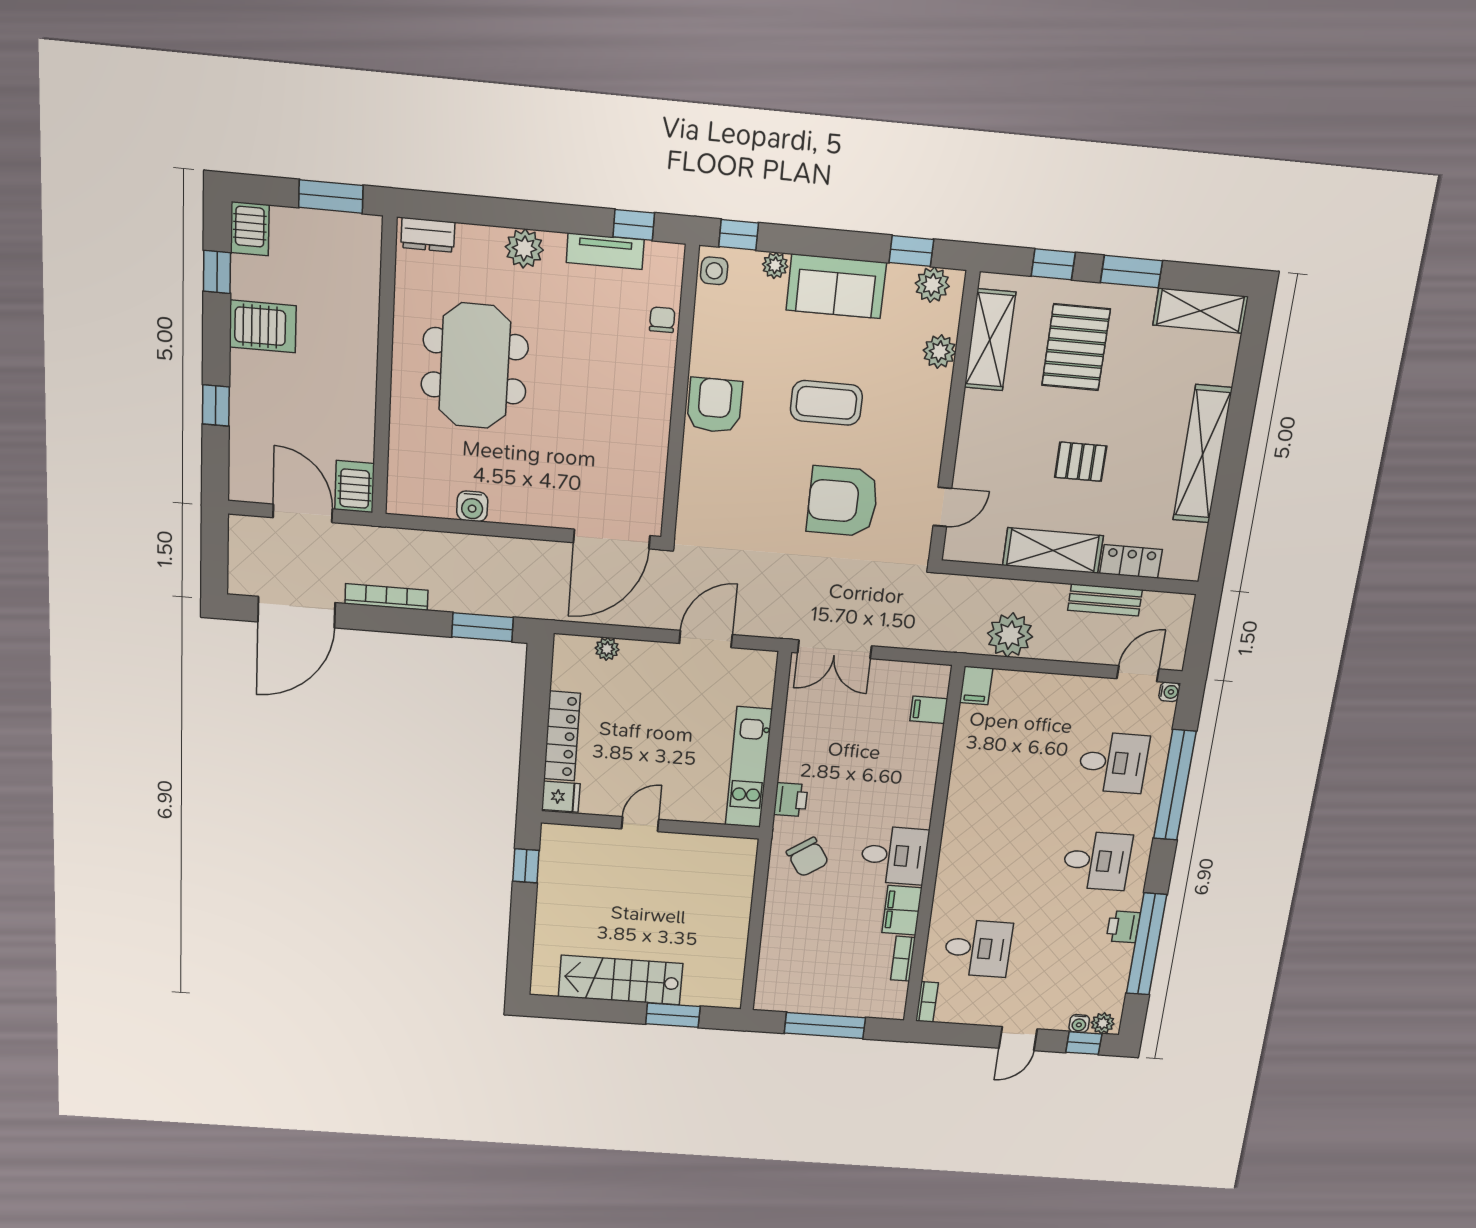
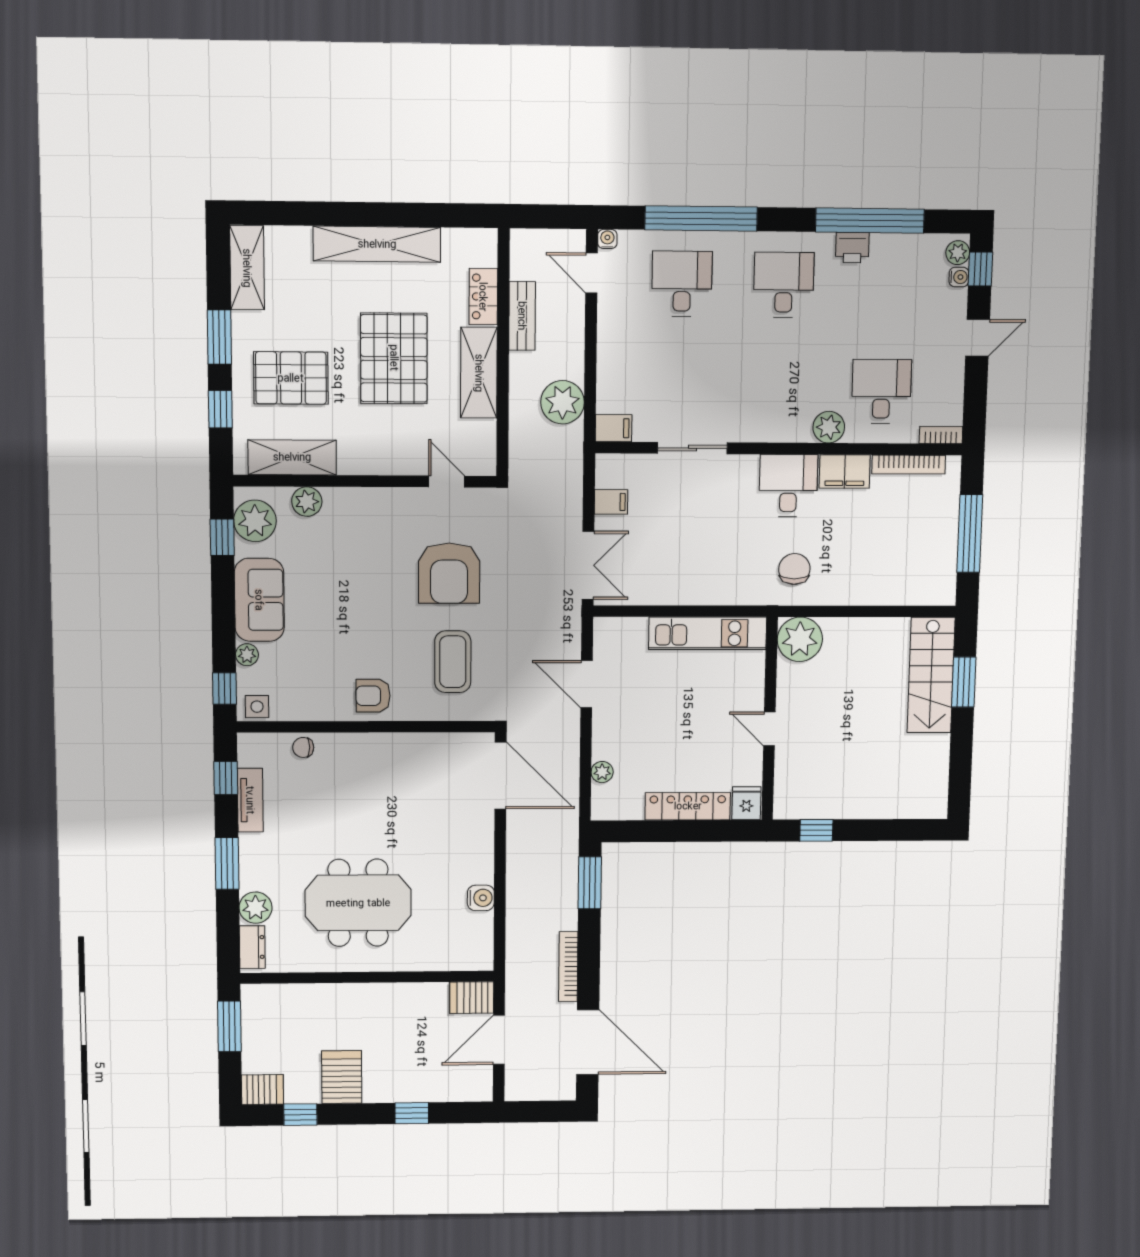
window: (531, 215) -> (227, 863), added
plant: (524, 248) -> (256, 908), moved
plant: (932, 285) -> (255, 521), width x1.36, depth x1.36
coffee table: (826, 403) -> (453, 662), moved
armchair: (715, 405) -> (373, 696), width x0.72, depth x0.72
pallet: (1081, 462) -> (394, 358), width x2.05, depth x2.00
filing cabinet: (929, 710) -> (611, 502), moved, turned -90
sliding door: (945, 763) -> (692, 448), added
printer: (791, 800) -> (737, 591), removed
chair: (807, 857) -> (794, 569), turned -56
plant: (733, 859) -> (800, 639), added
plant: (949, 897) -> (829, 427), added
bookcase: (903, 959) -> (909, 465), width x1.56
stairs: (621, 980) -> (931, 675), moved
door: (1018, 1039) -> (978, 338), hinge flipped

